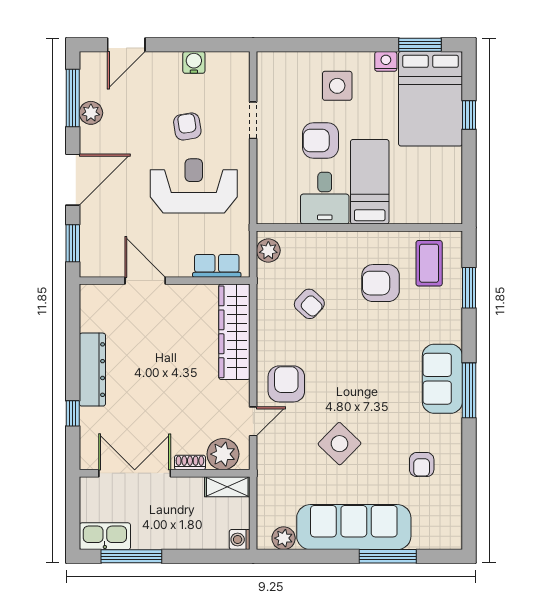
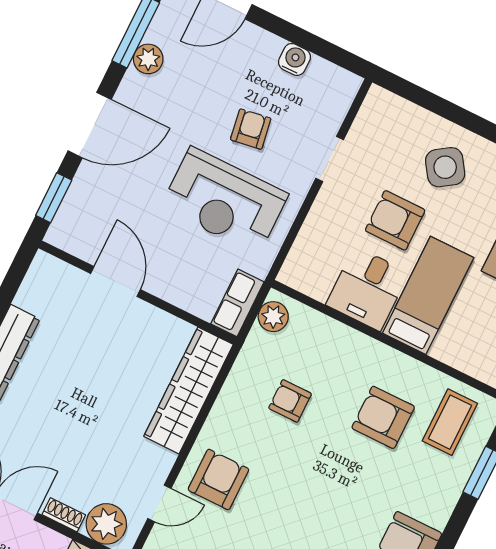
side table: (337, 86) -> (445, 167), turned -34
reception desk: (194, 186) -> (224, 201), turned 180
row of seats: (217, 266) -> (237, 303), moved, turned -90
armchair: (309, 304) -> (290, 401), turned 137

